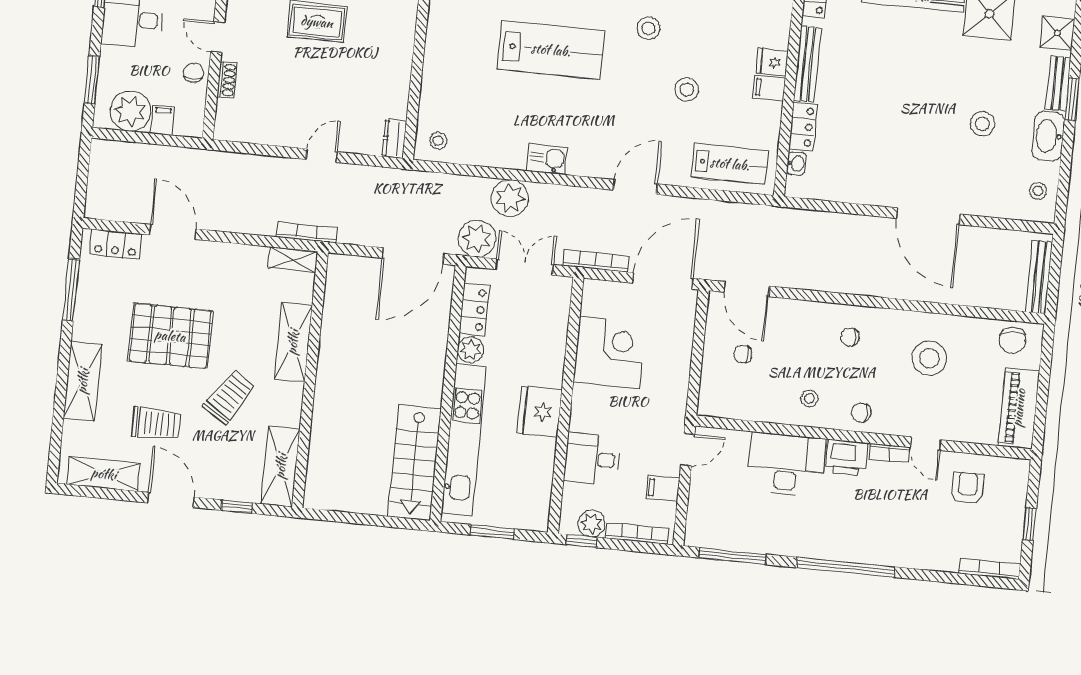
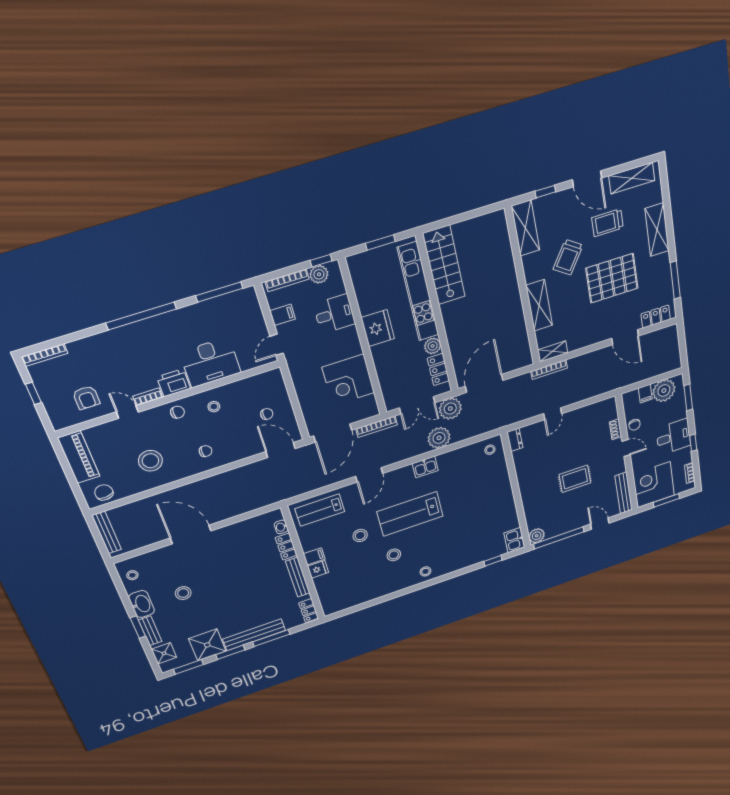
lab bench: (551, 50) -> (410, 514), moved

